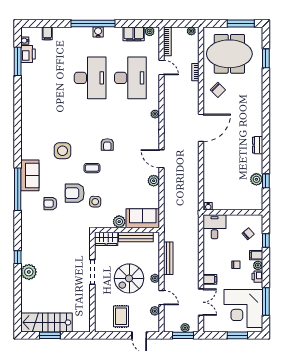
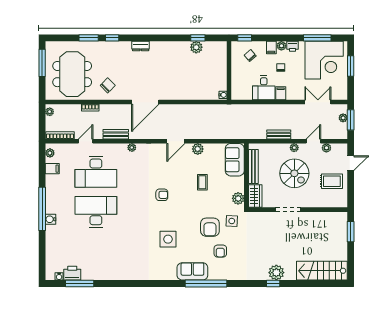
water cooler: (98, 32) -> (50, 219), moved
filing cabinet: (47, 33) -> (52, 254), removed
filing cabinet: (134, 34) -> (52, 169), width x0.50
window: (266, 58) -> (89, 38), moved
desk: (130, 78) -> (96, 172), turned 180
window: (266, 94) -> (112, 38), added
bench: (169, 98) -> (116, 134), added
door: (201, 128) -> (145, 102), swing flipped
dresser: (258, 145) -> (141, 46), moved
coffee table: (92, 168) -> (202, 182), moved
side table: (95, 202) -> (232, 221), moved
plant: (119, 222) -> (238, 198), moved
desk: (215, 227) -> (264, 88), moved, turned -90
window: (266, 241) -> (245, 38), moved
bench: (168, 258) -> (279, 134), width x0.73
plant: (29, 272) -> (276, 273), moved
filing cabinet: (210, 279) -> (281, 93), moved
stairs: (46, 322) -> (322, 271), moved, turned 90
window: (50, 335) -> (351, 232), moved

